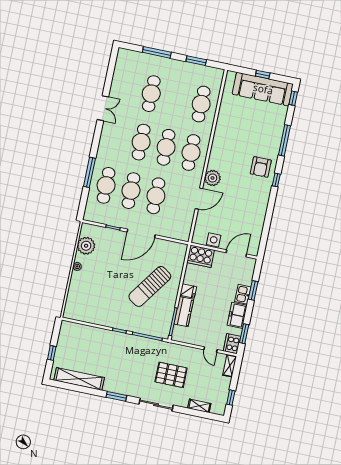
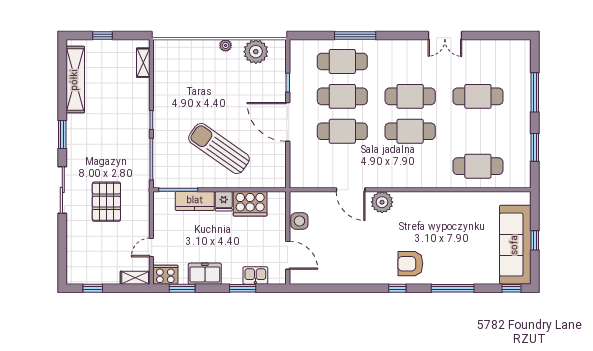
cafe table: (191, 153) -> (410, 166), removed
cooker: (201, 256) -> (250, 204), moved, turned -90
kitchen sink: (243, 294) -> (255, 275), moved
shelving: (199, 406) -> (143, 63), moved

